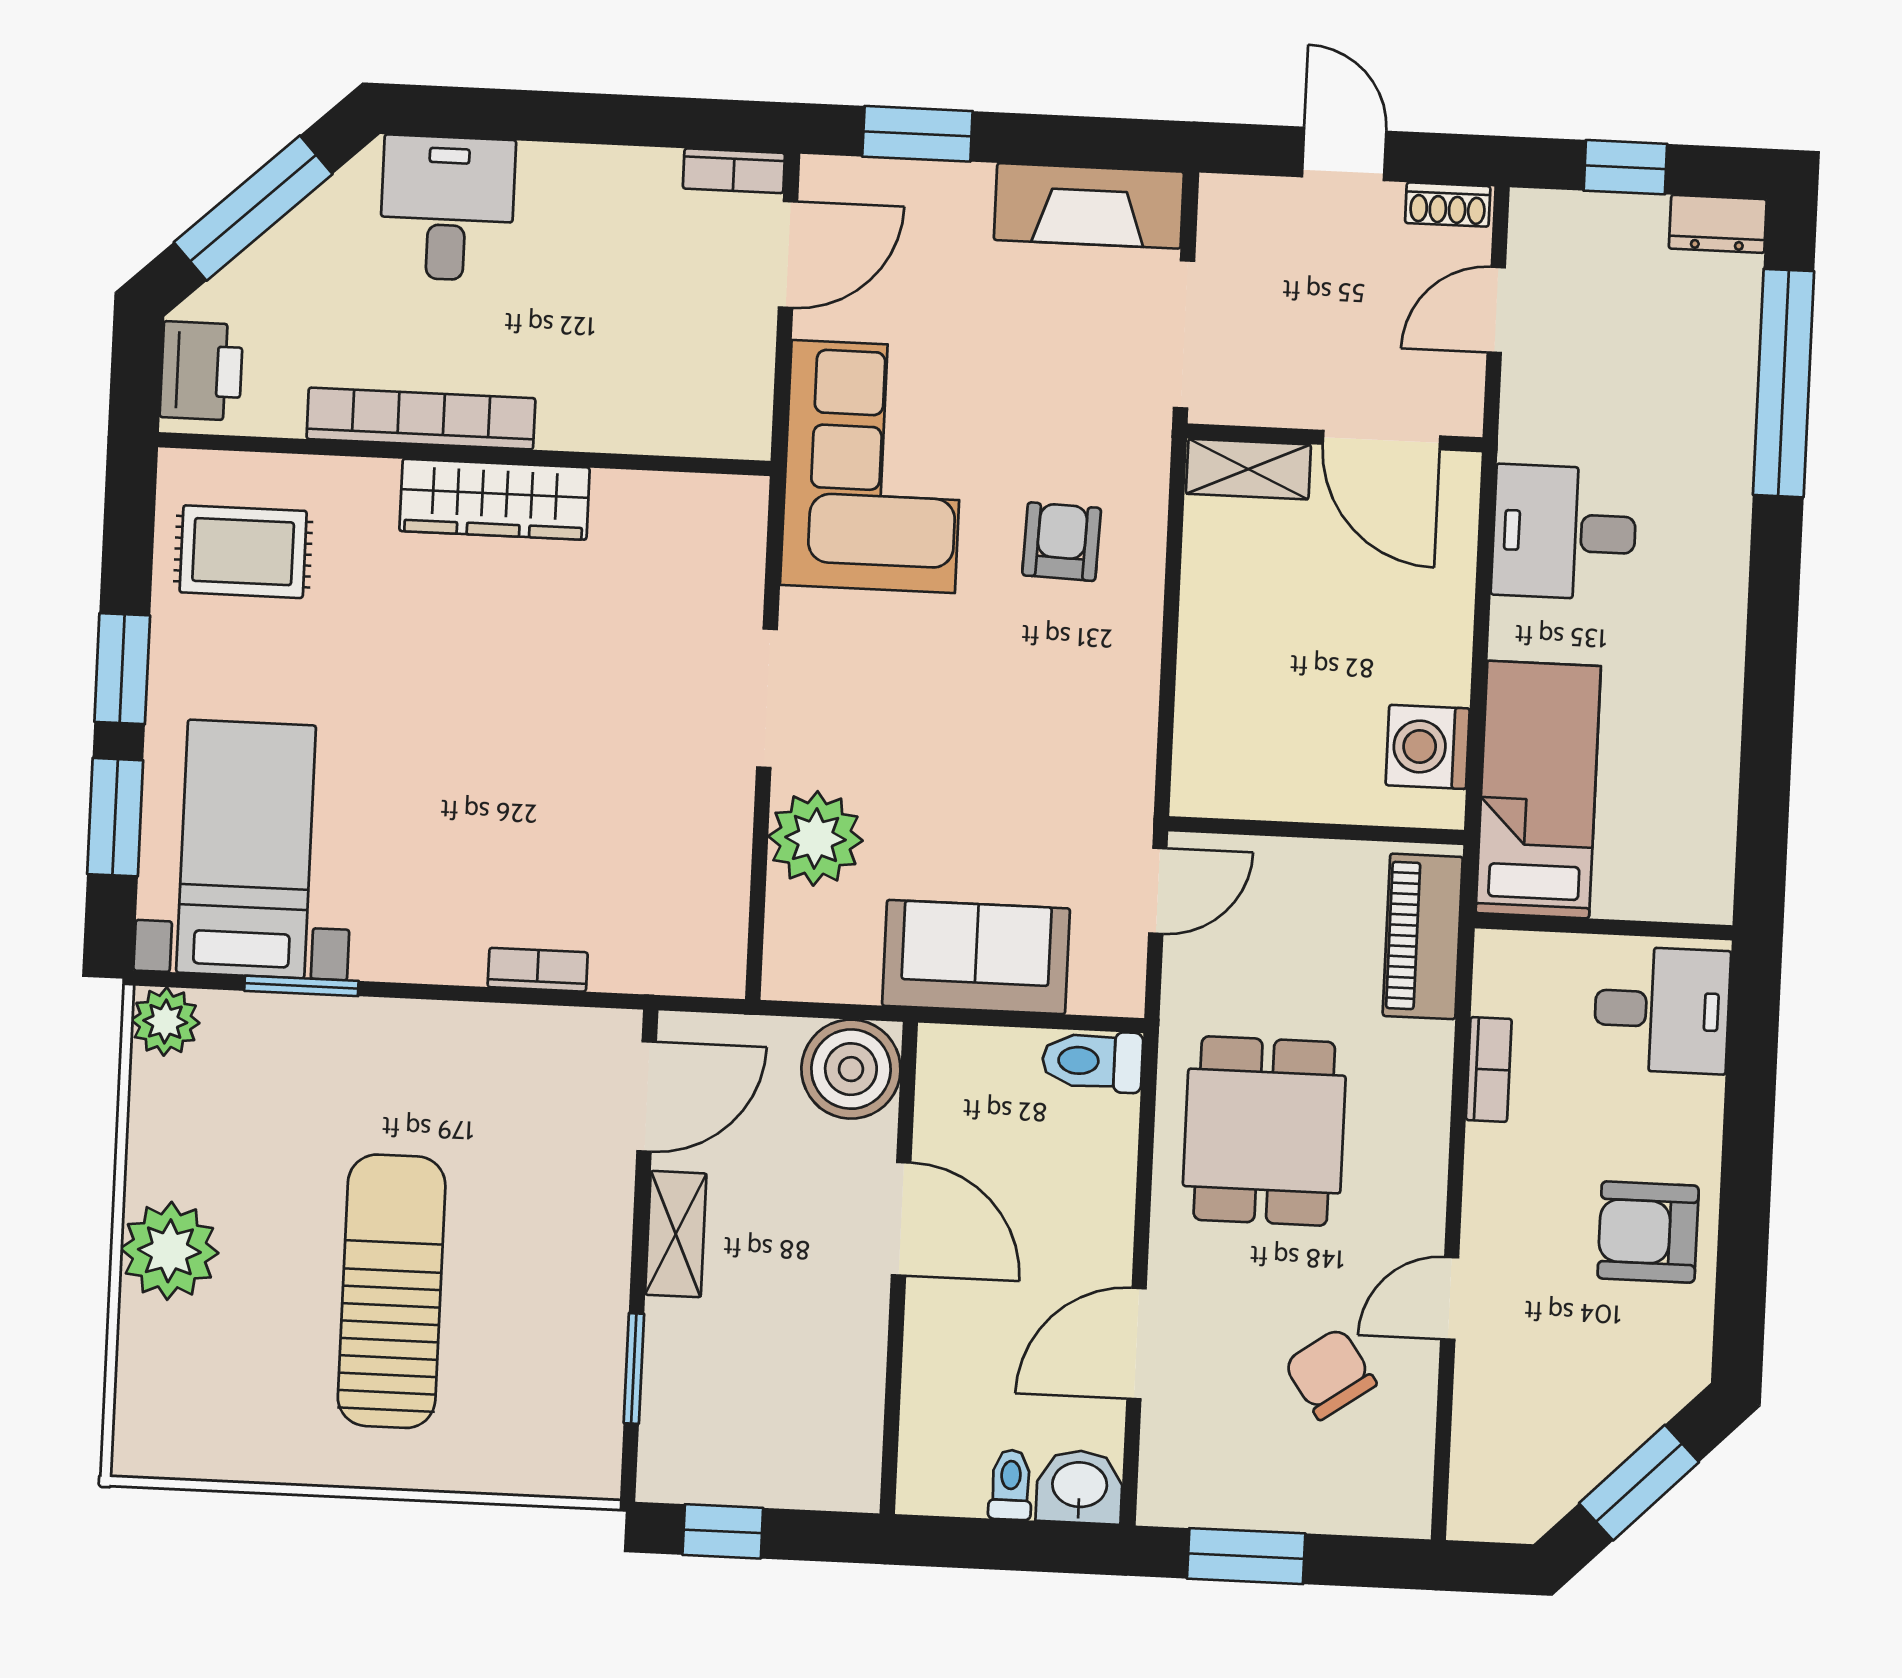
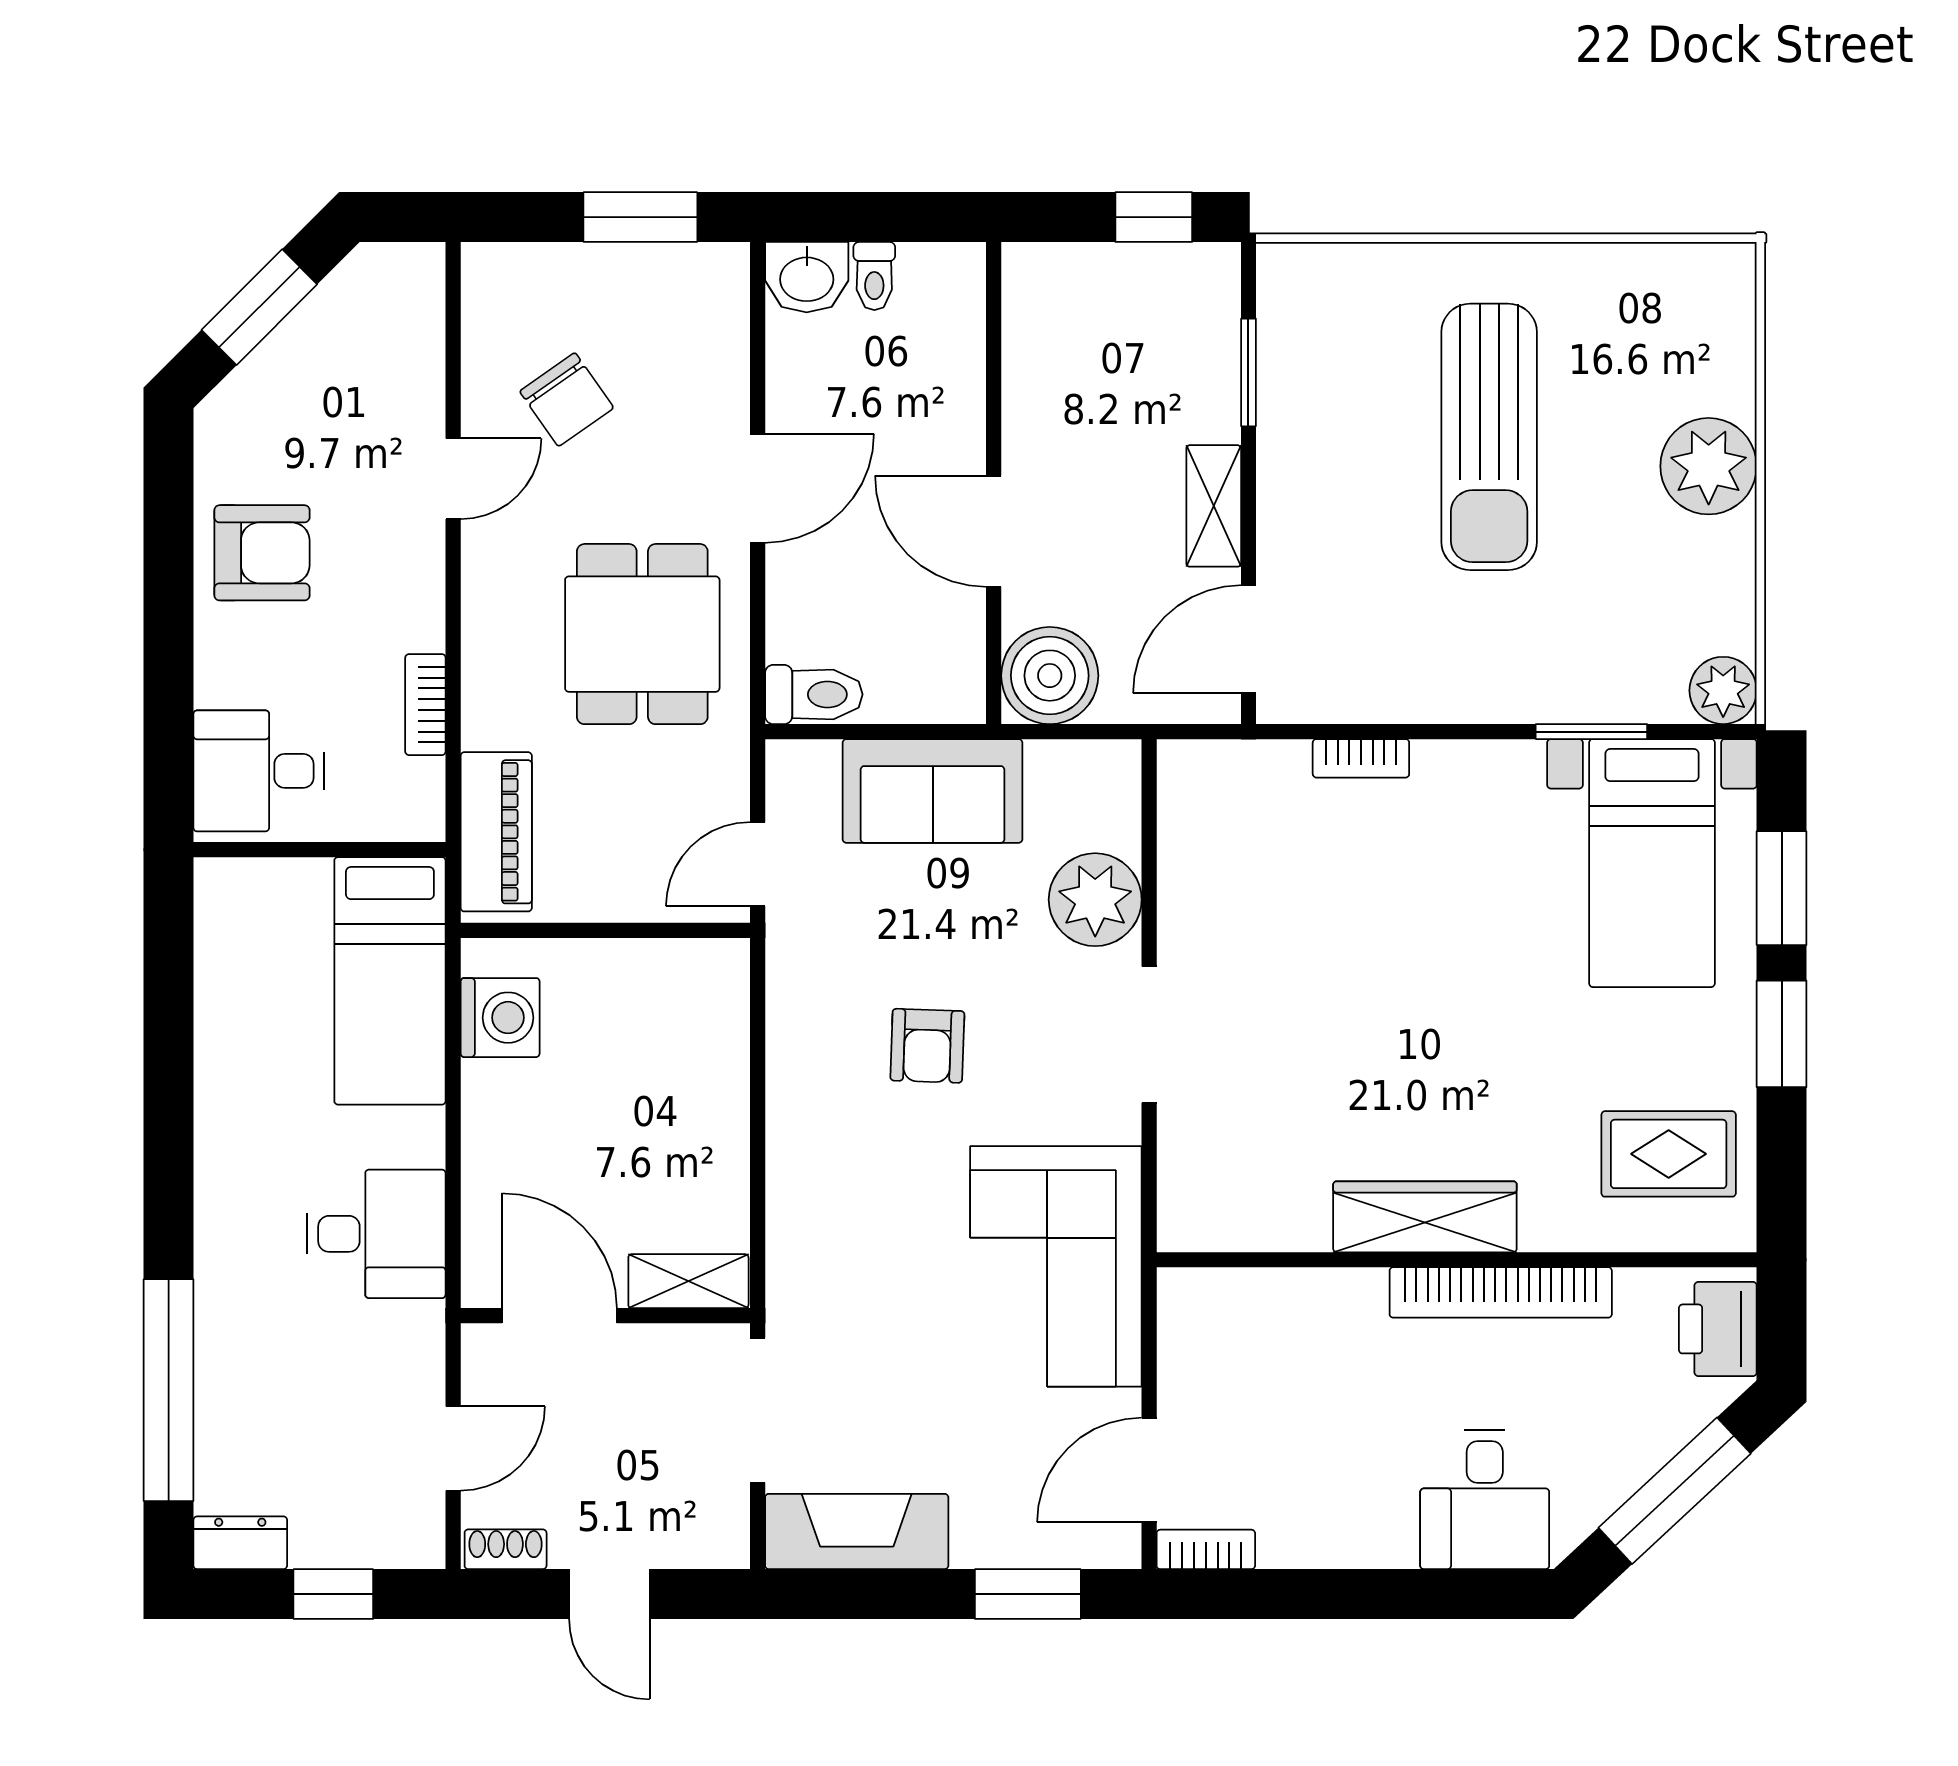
armchair: (1062, 542) -> (927, 1046), moved
door: (1136, 1343) -> (758, 488), moved

